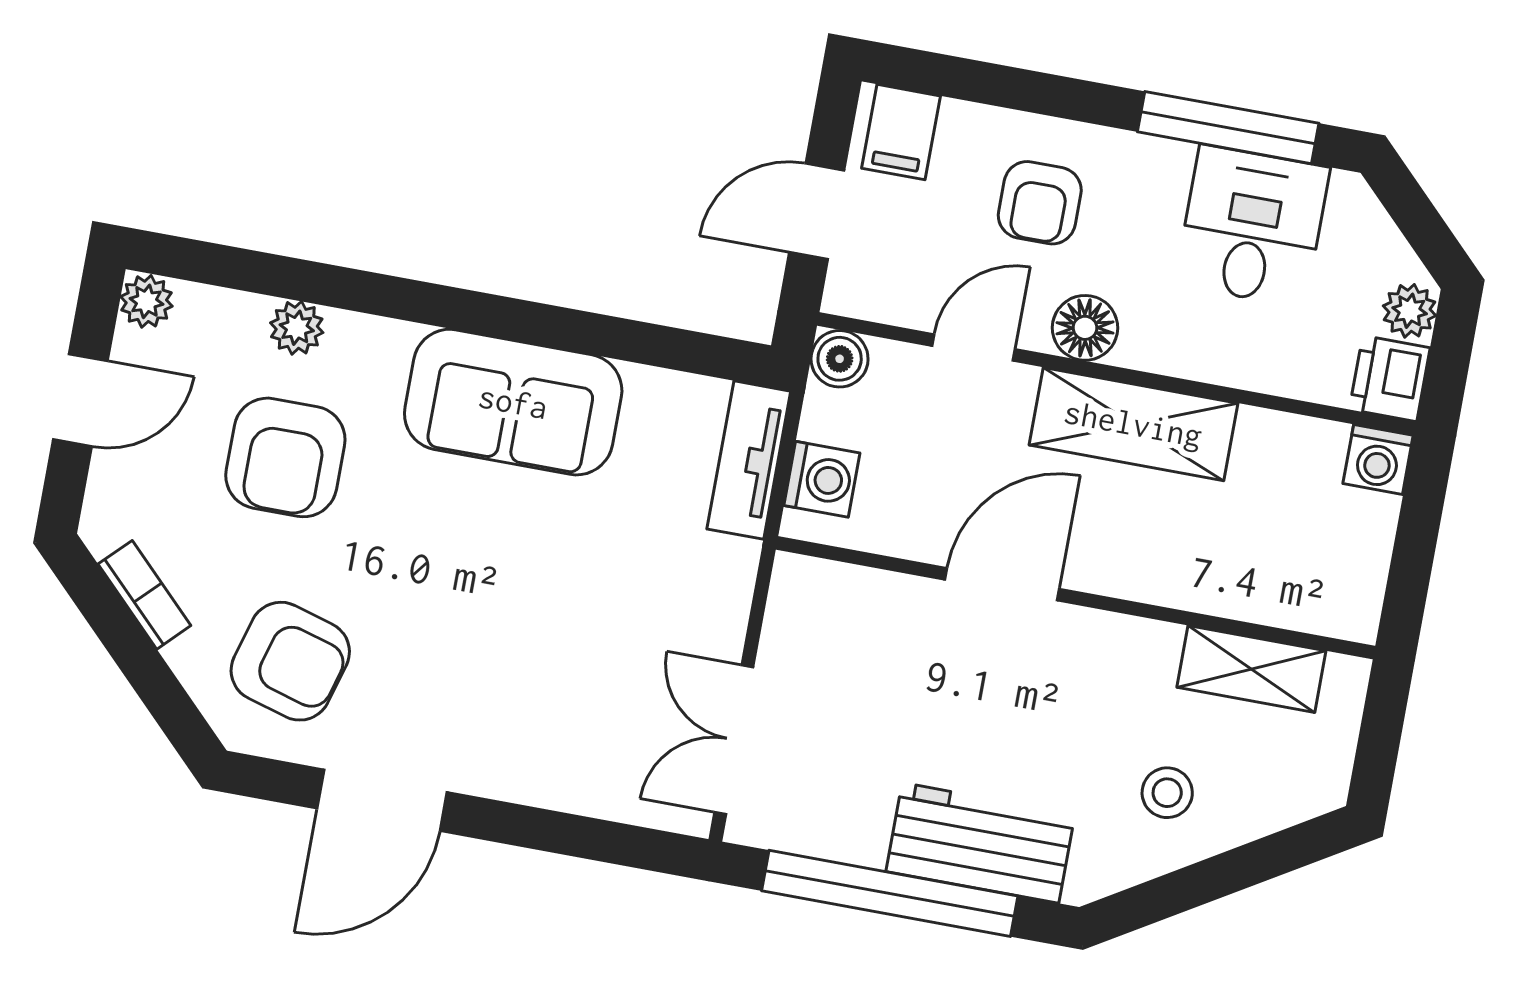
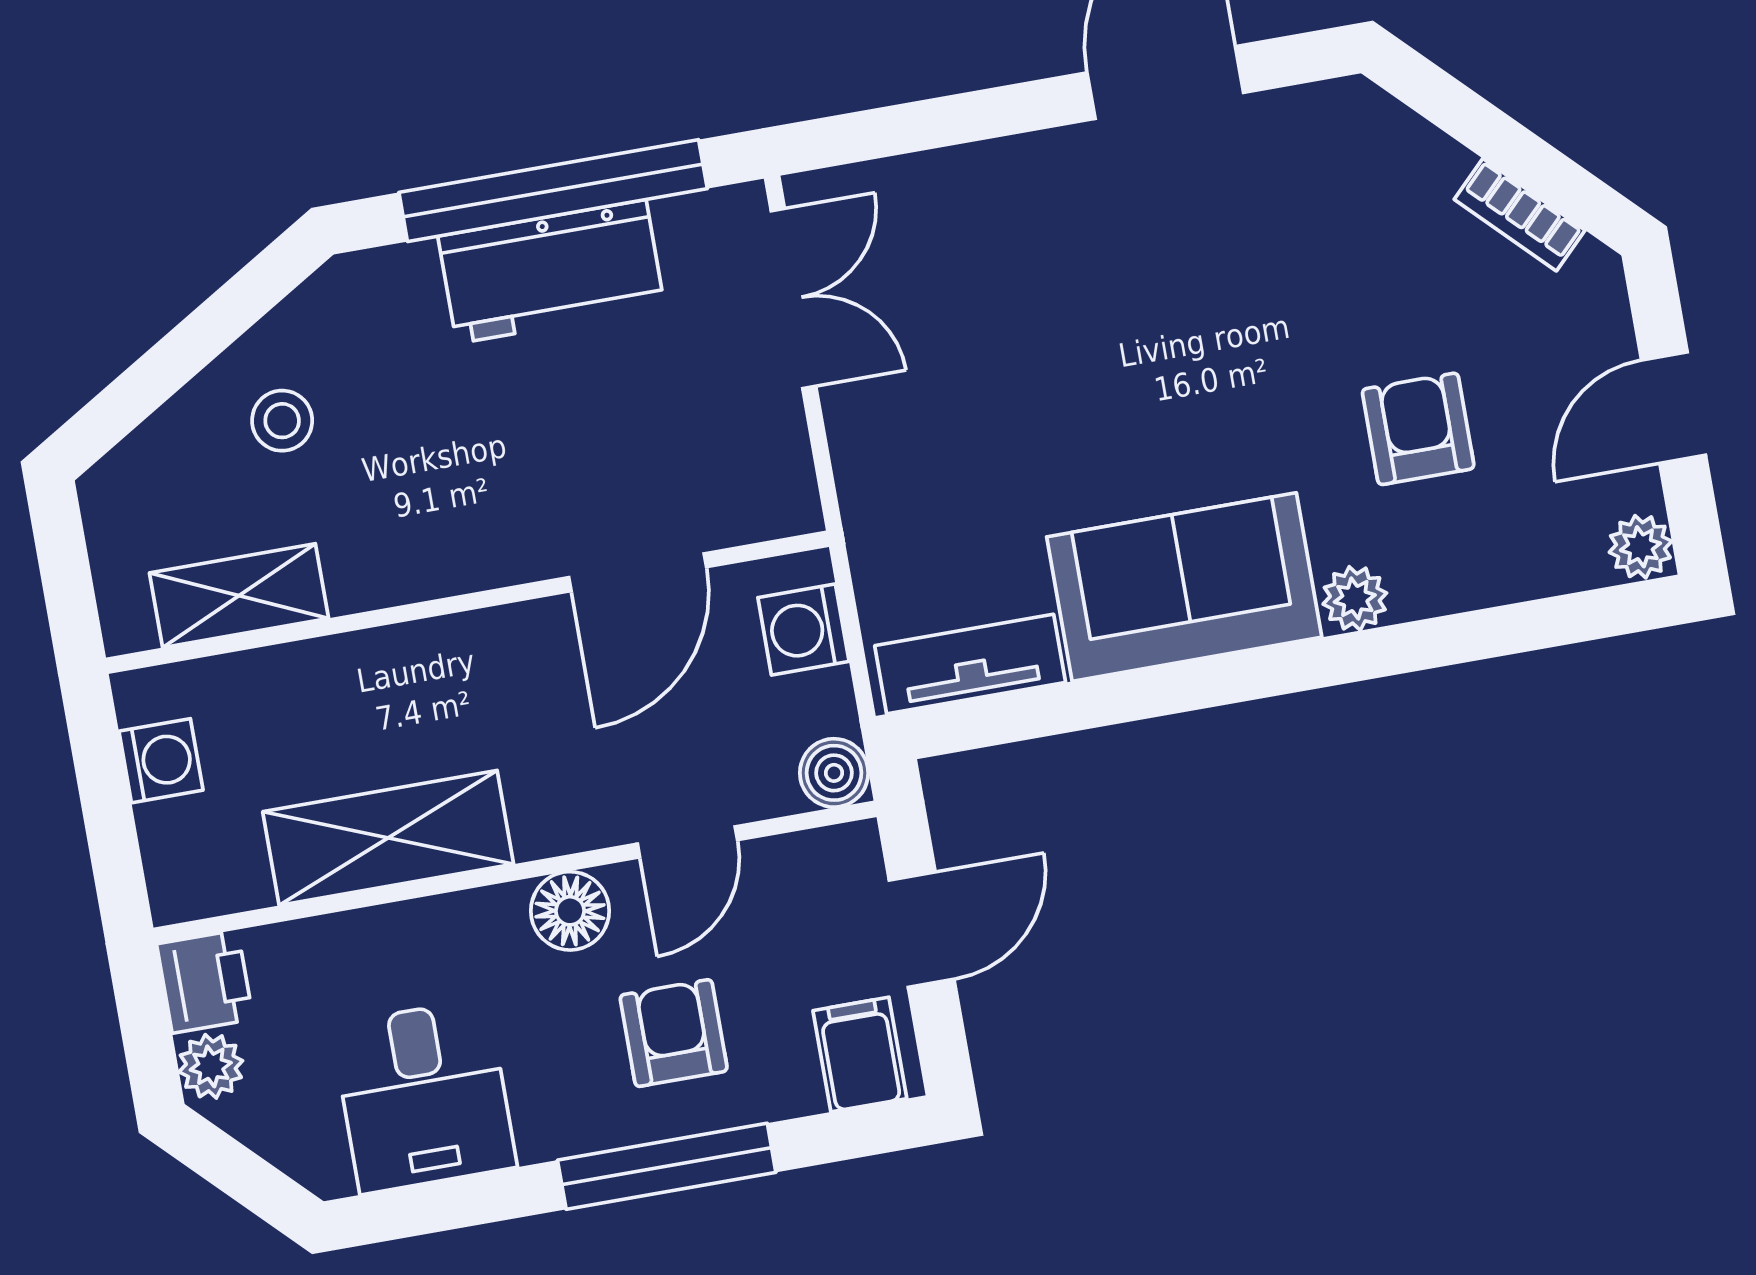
window: (1228, 128) -> (667, 1166), moved
plant: (297, 328) -> (1355, 599), moved
shelving: (1133, 424) -> (388, 838), moved
armchair: (285, 457) -> (1418, 429), width x0.72, depth x0.72
washing machine: (1378, 459) -> (161, 761), moved, turned 90
tv unit: (749, 460) -> (970, 664), moved, turned -90
door: (1002, 584) -> (638, 572), moved
armchair: (290, 661) -> (1327, 201), removed
workbench: (981, 843) -> (551, 272), moved

